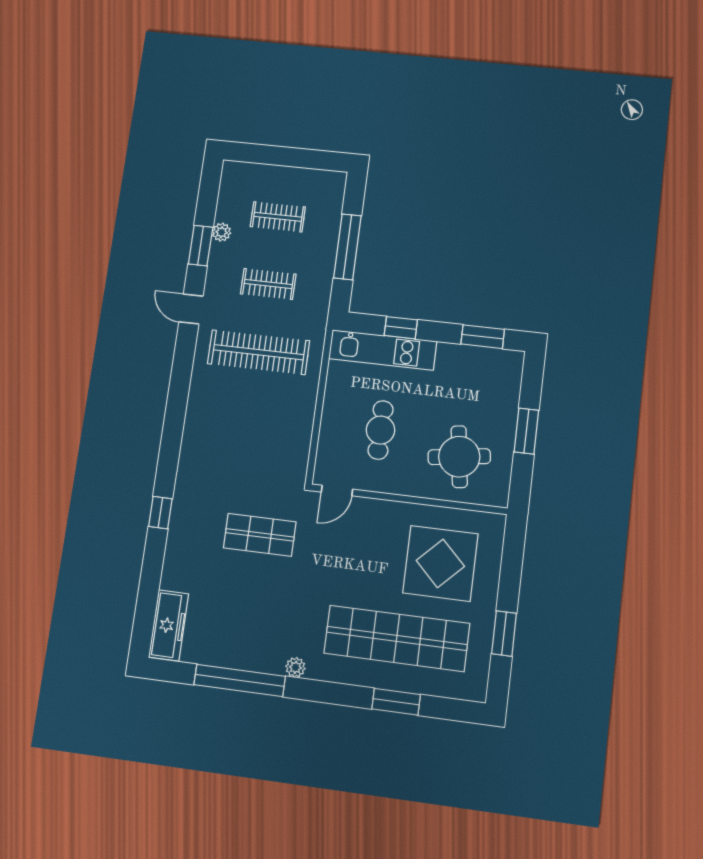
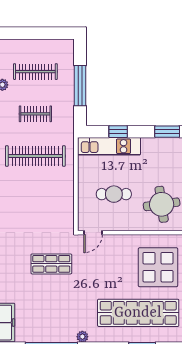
clothes rail: (278, 217) -> (35, 72), width x1.36
cafe table: (381, 430) -> (114, 194), turned 90

